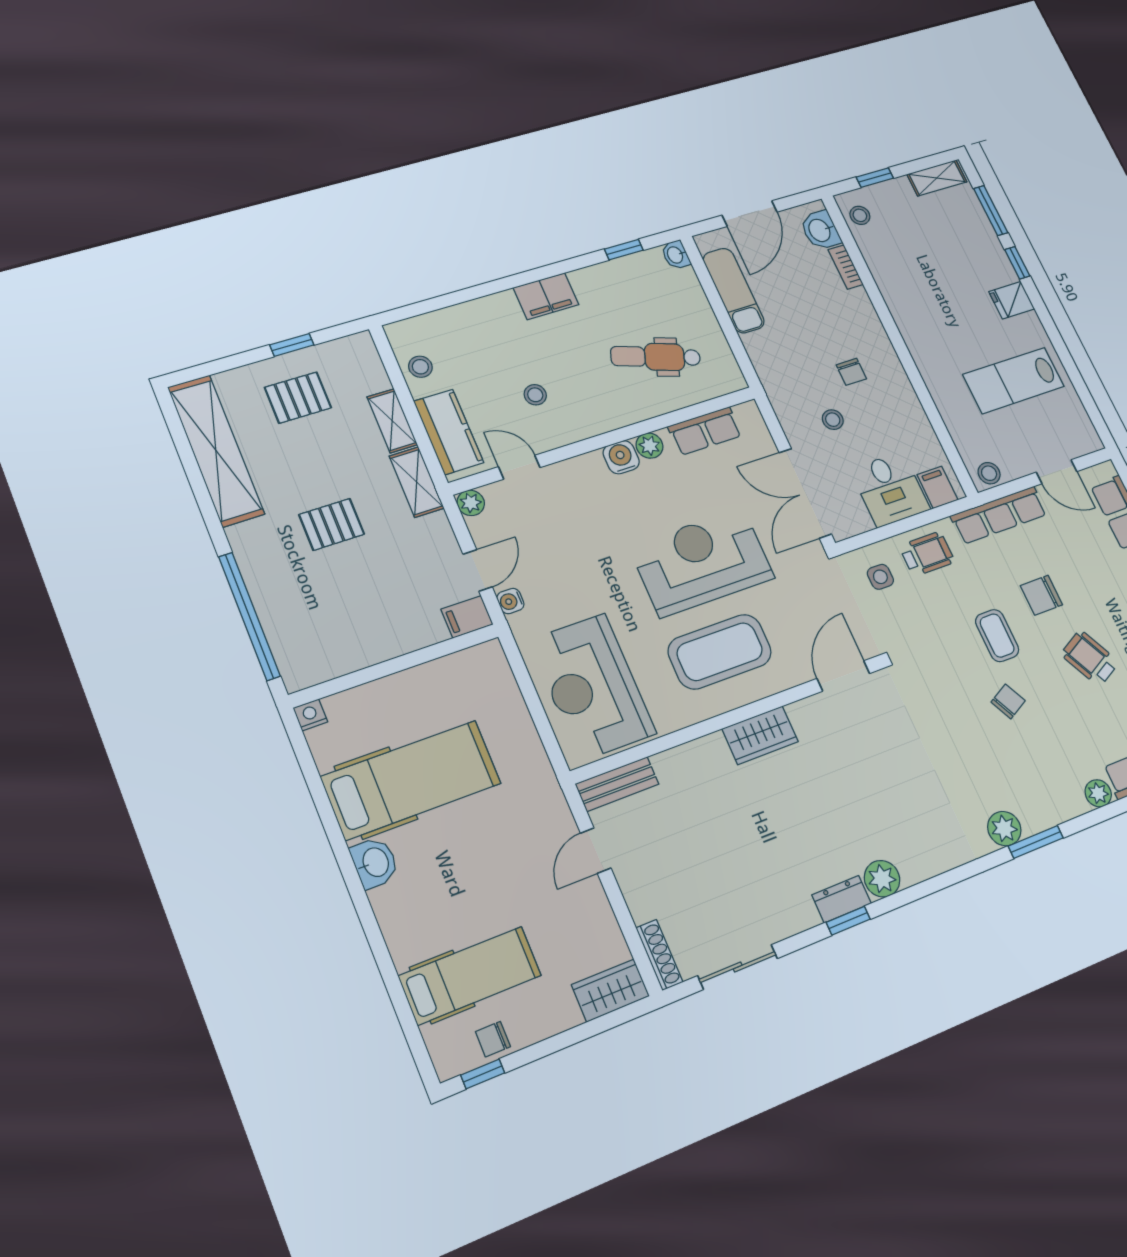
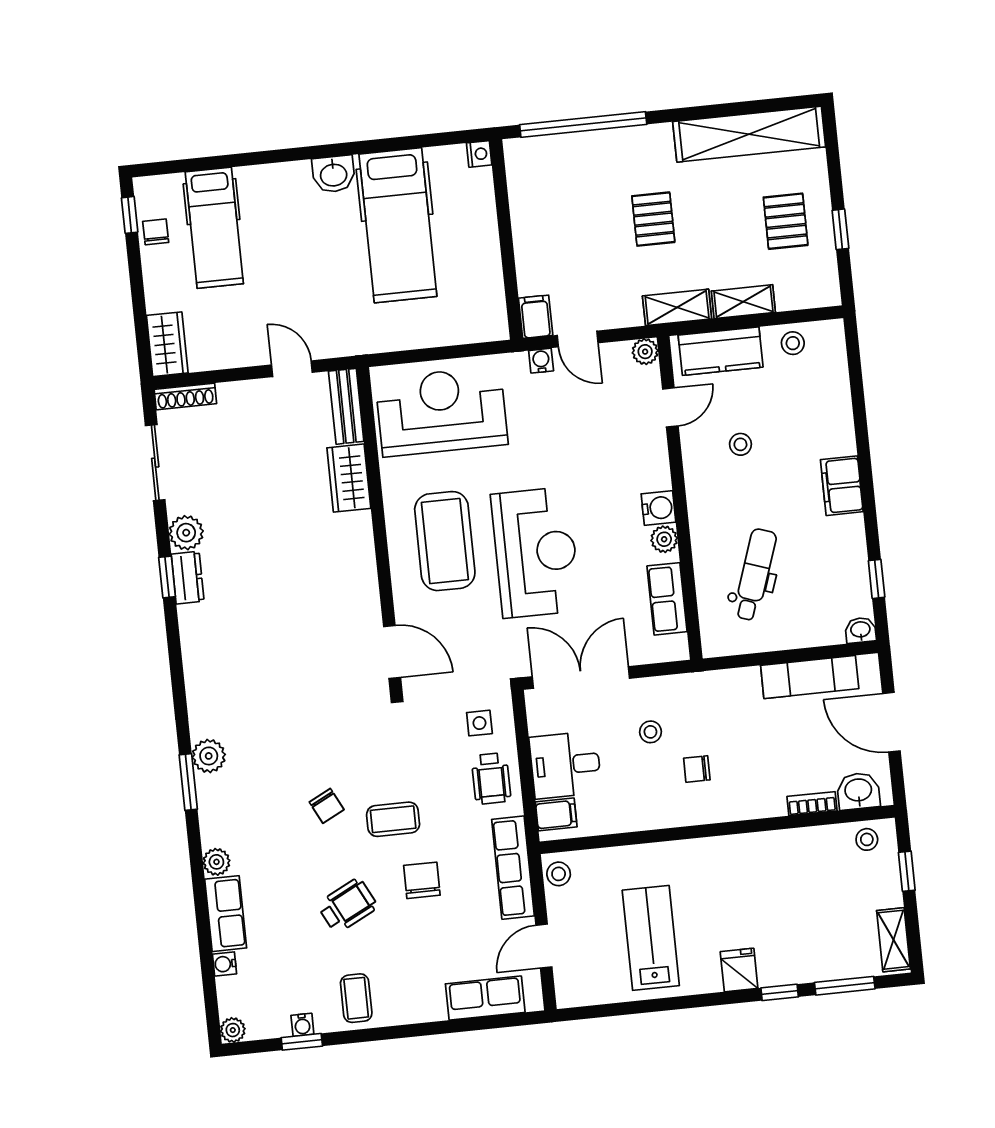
wardrobe: (760, 735) -> (349, 478), moved
plant: (882, 879) -> (186, 533), moved

